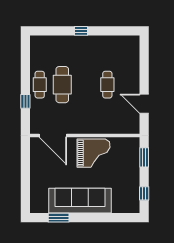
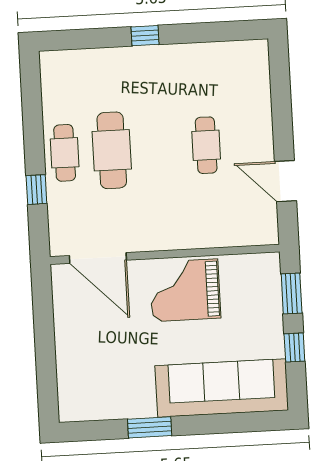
grand piano: (94, 153) -> (185, 290), turned 180
window: (144, 193) -> (294, 348), moved
sofa: (80, 201) -> (222, 388), moved
window: (59, 218) -> (150, 427), moved

